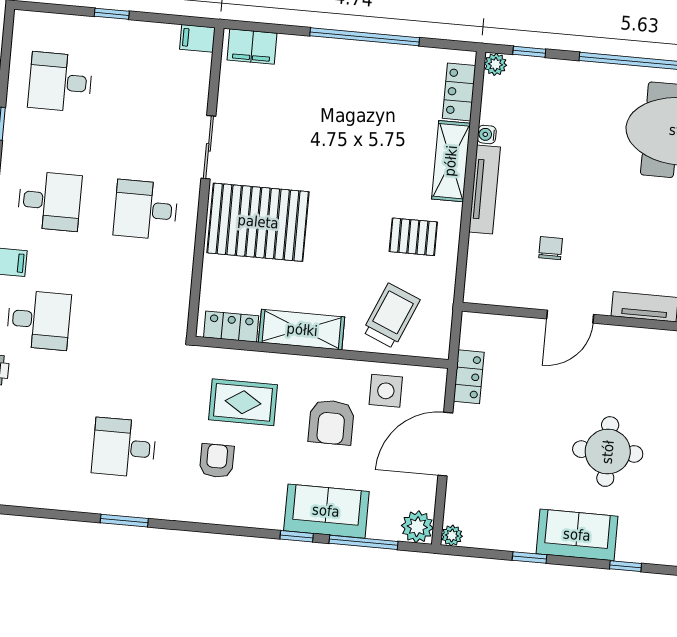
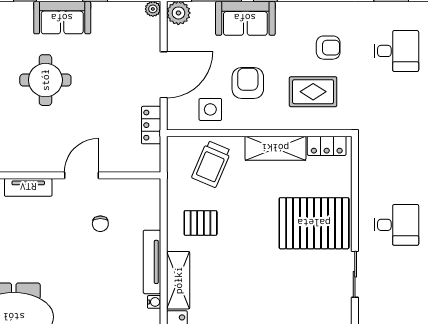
armchair: (217, 461) -> (328, 48), turned -90

